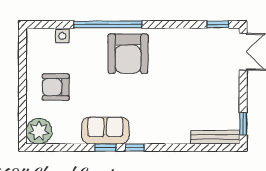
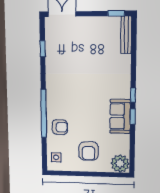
window: (218, 24) -> (43, 49), moved
side table: (62, 36) -> (56, 157), moved
armchair: (128, 54) -> (60, 127), moved, width x0.53, depth x0.53

